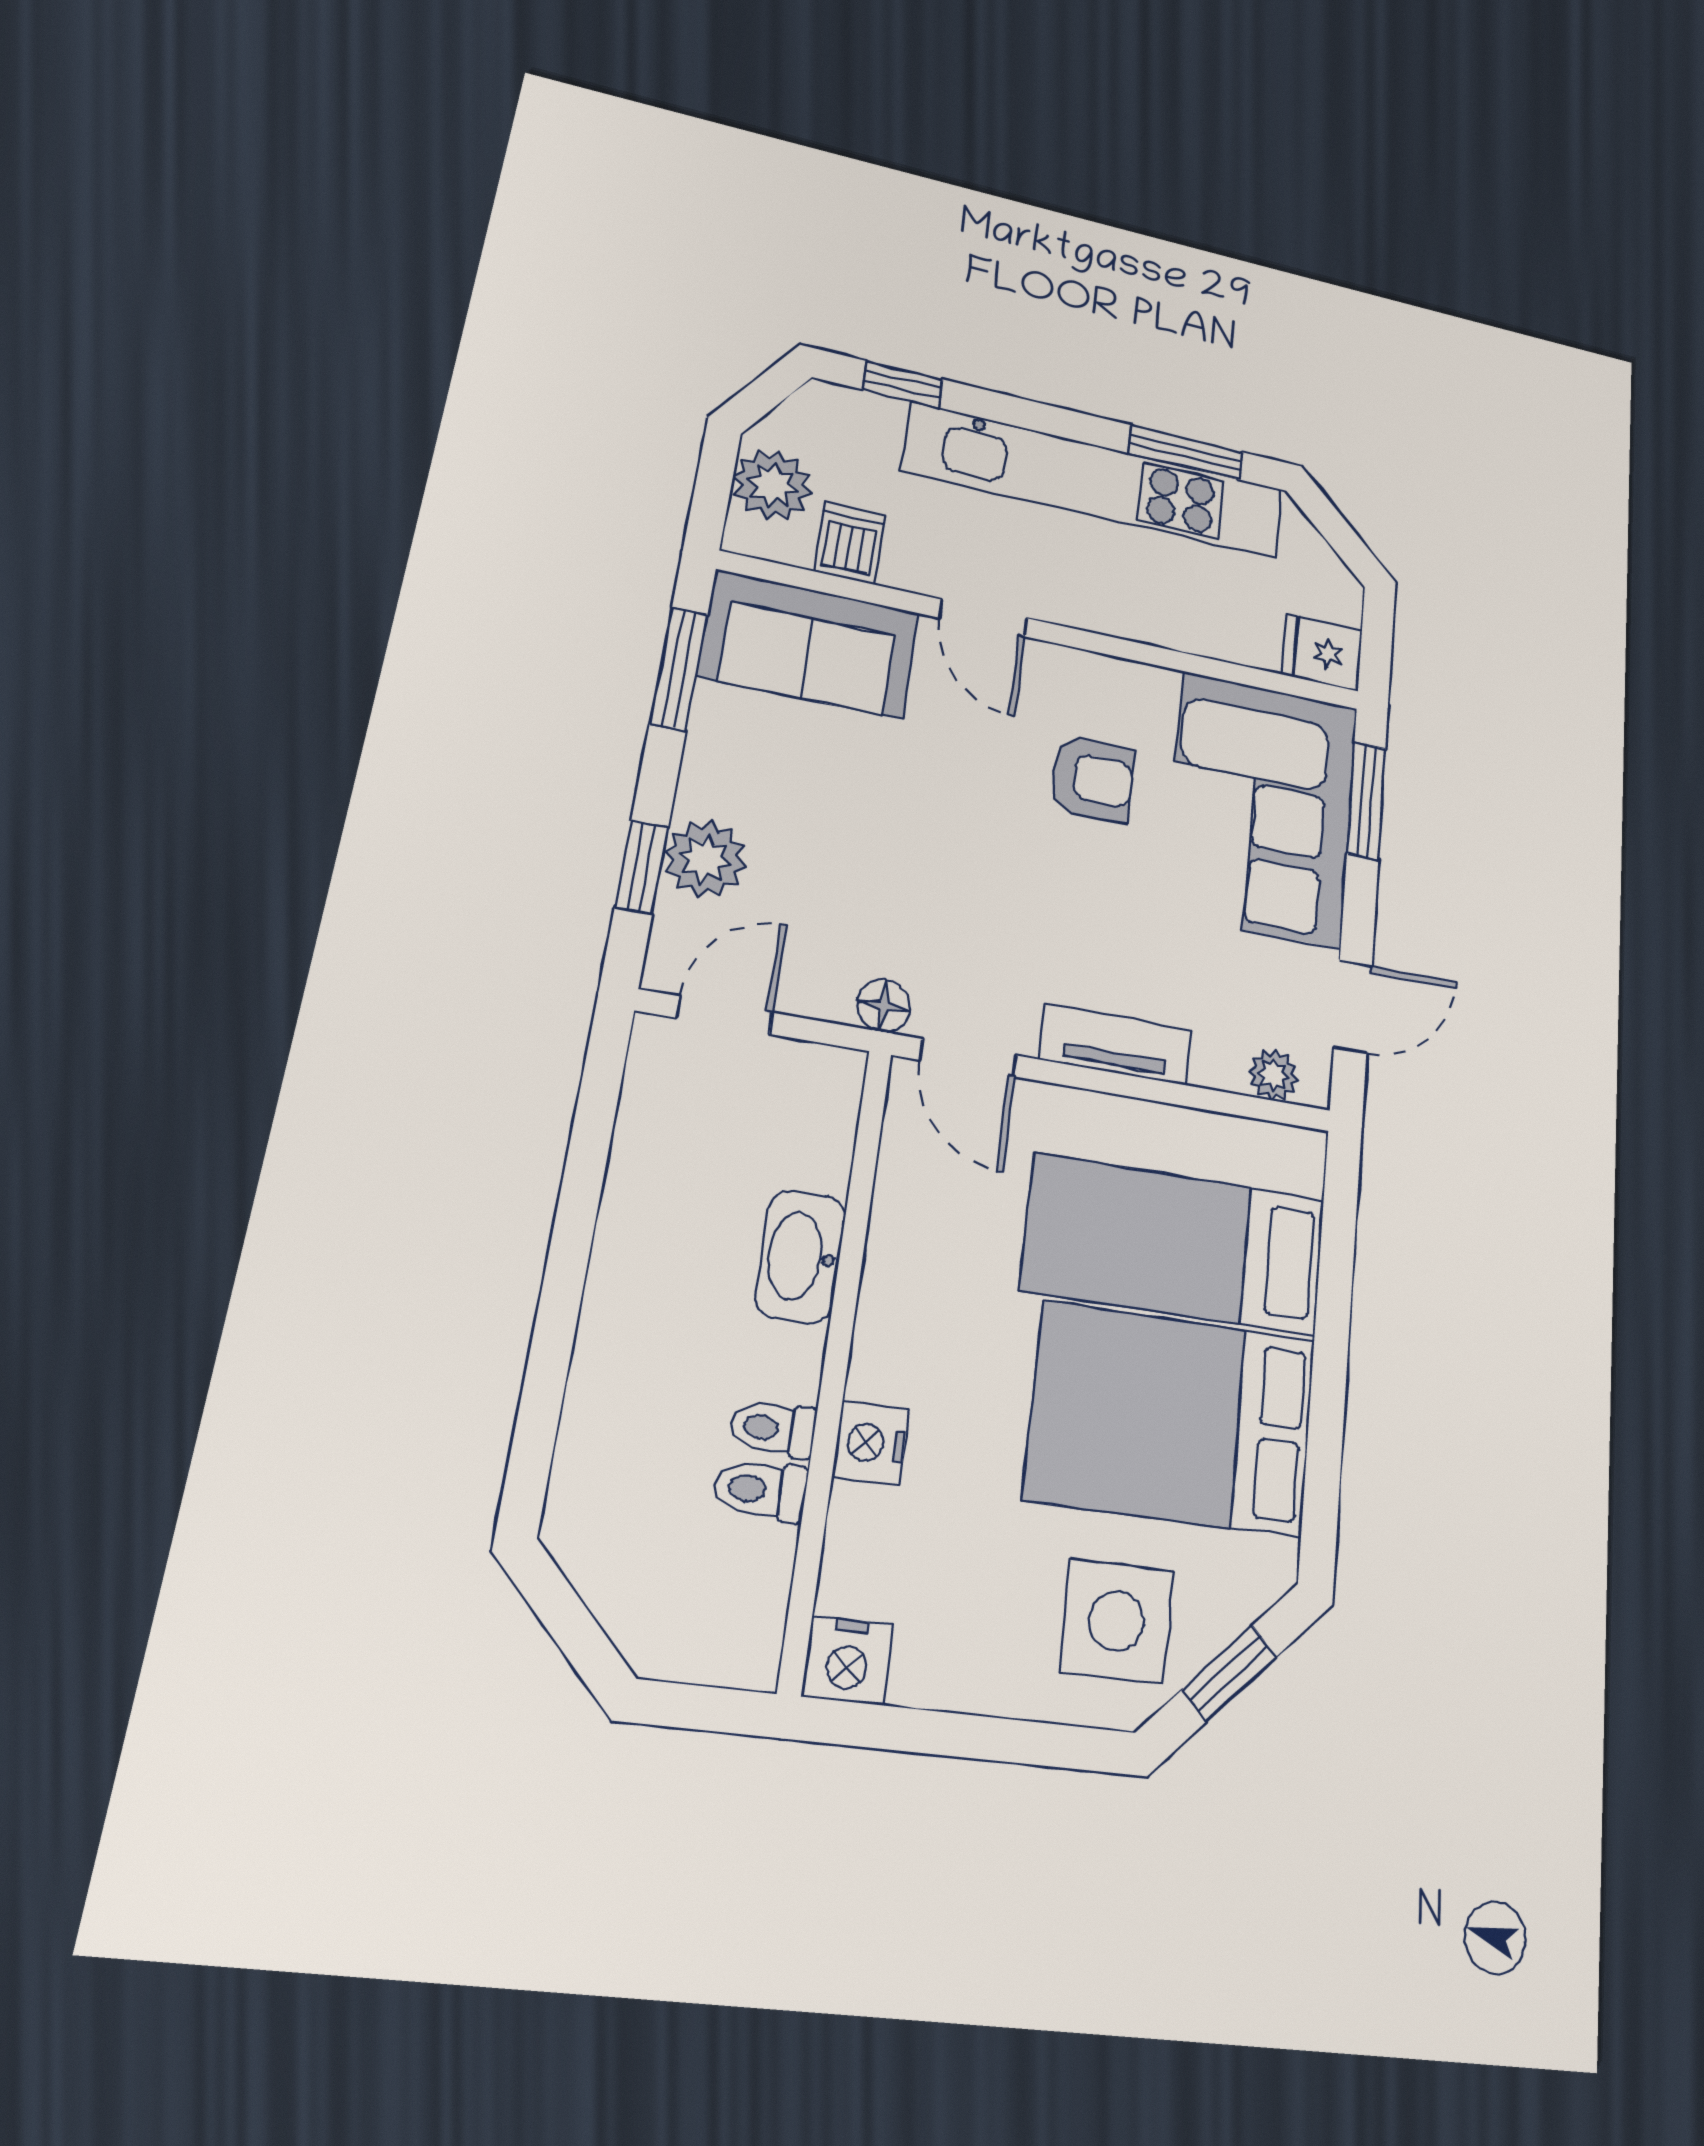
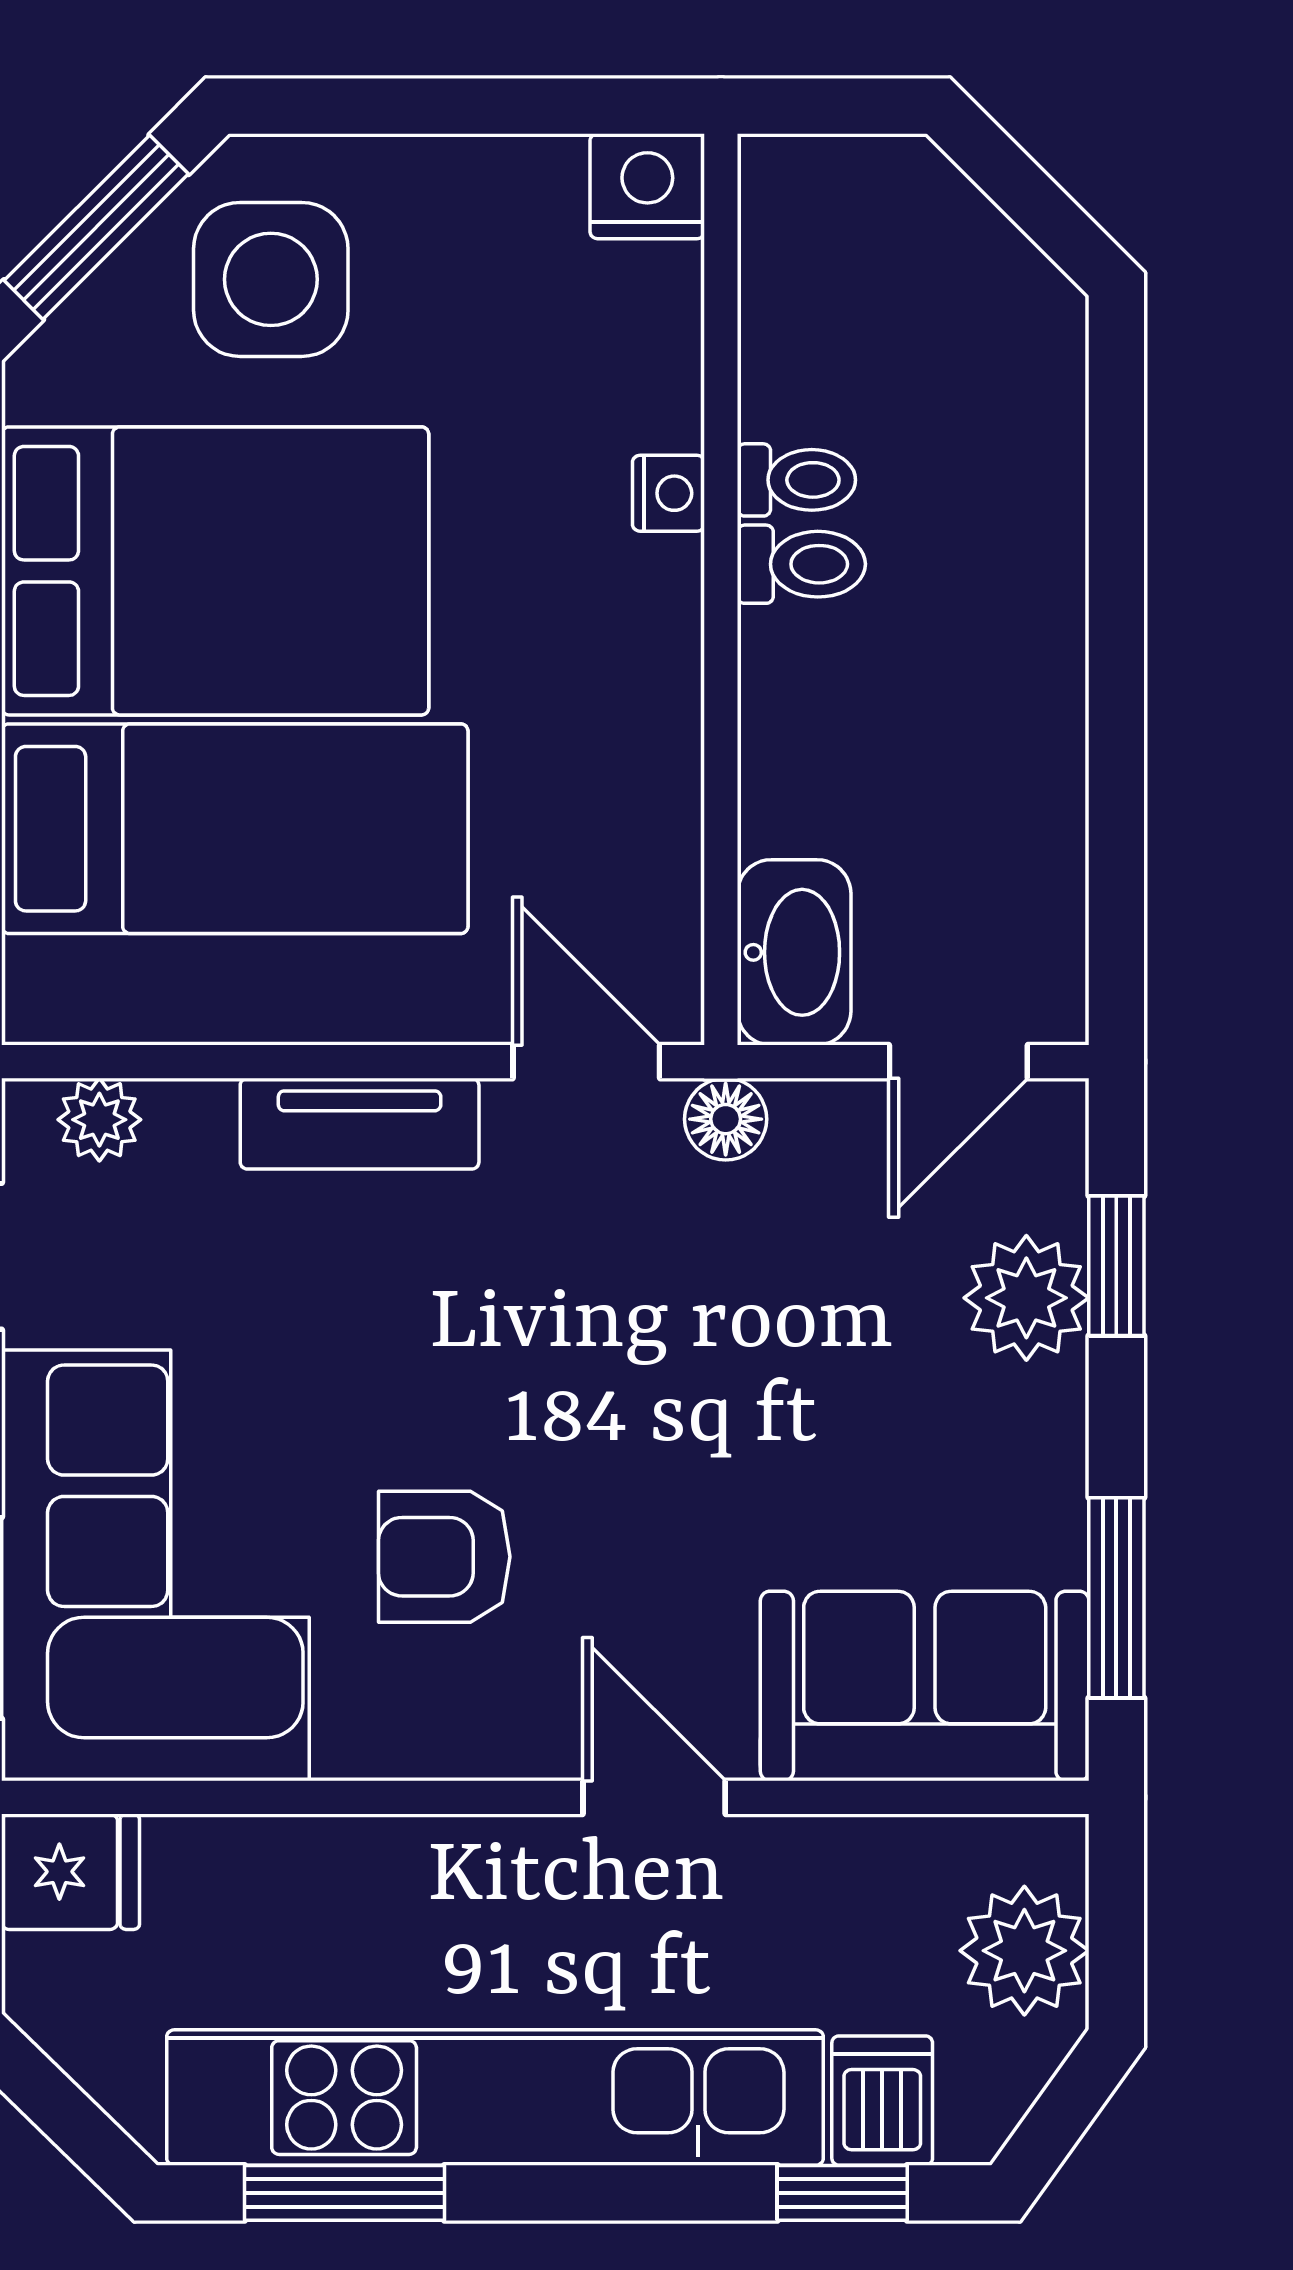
dishwasher: (850, 543) -> (882, 2101), moved, turned 180
washbasin: (800, 1257) -> (794, 952), moved
nightstand: (871, 1443) -> (669, 493), width x0.72, depth x0.74
toilet: (760, 1490) -> (801, 564), moved
window: (1229, 1673) -> (96, 227), width x1.50

